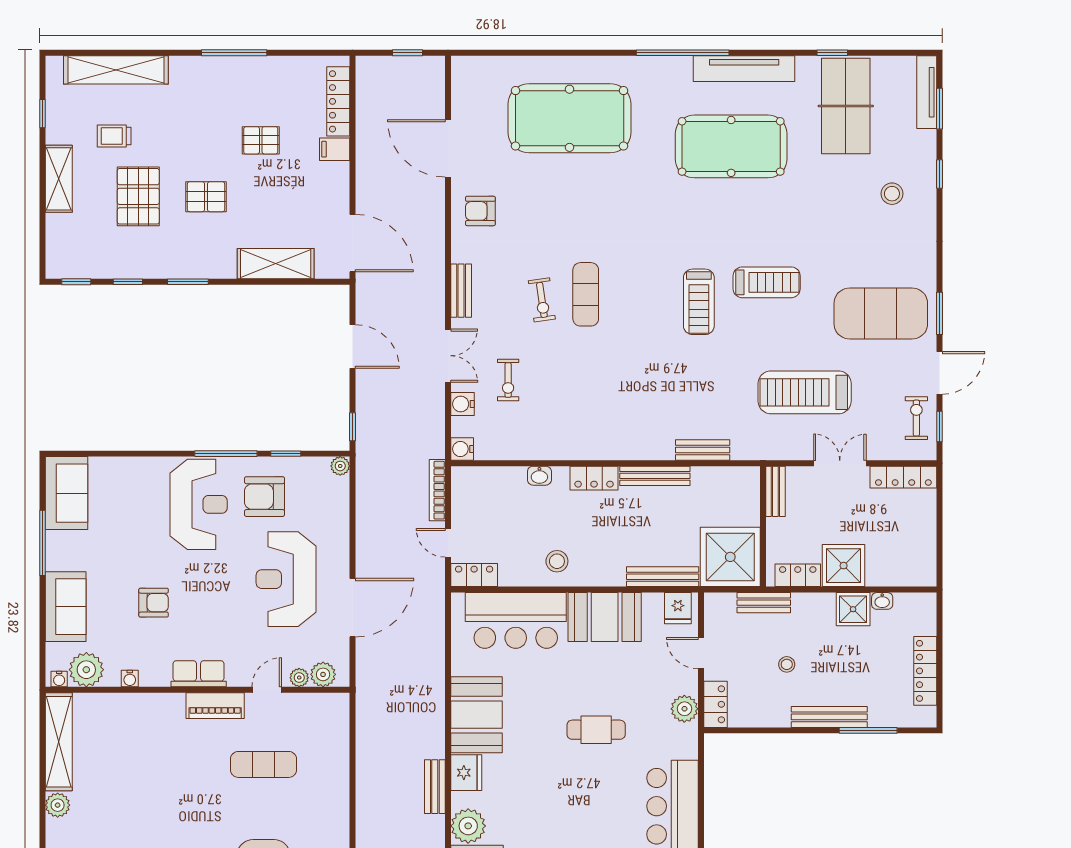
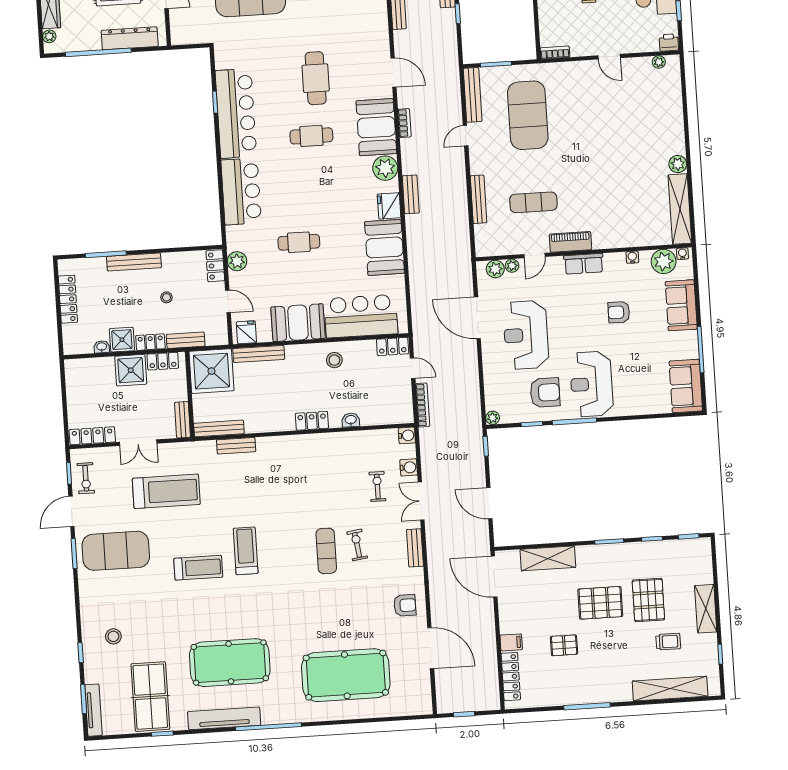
pallet: (206, 197) -> (600, 603), width x1.50, depth x1.42
treadmill: (767, 282) -> (198, 568), turned 180
bench: (655, 476) -> (219, 428), moved
reception desk: (286, 579) -> (526, 335), turned 180
locker: (813, 603) -> (150, 342), added
door: (353, 608) -> (477, 318), hinge flipped
bench: (340, 774) -> (479, 199), added

